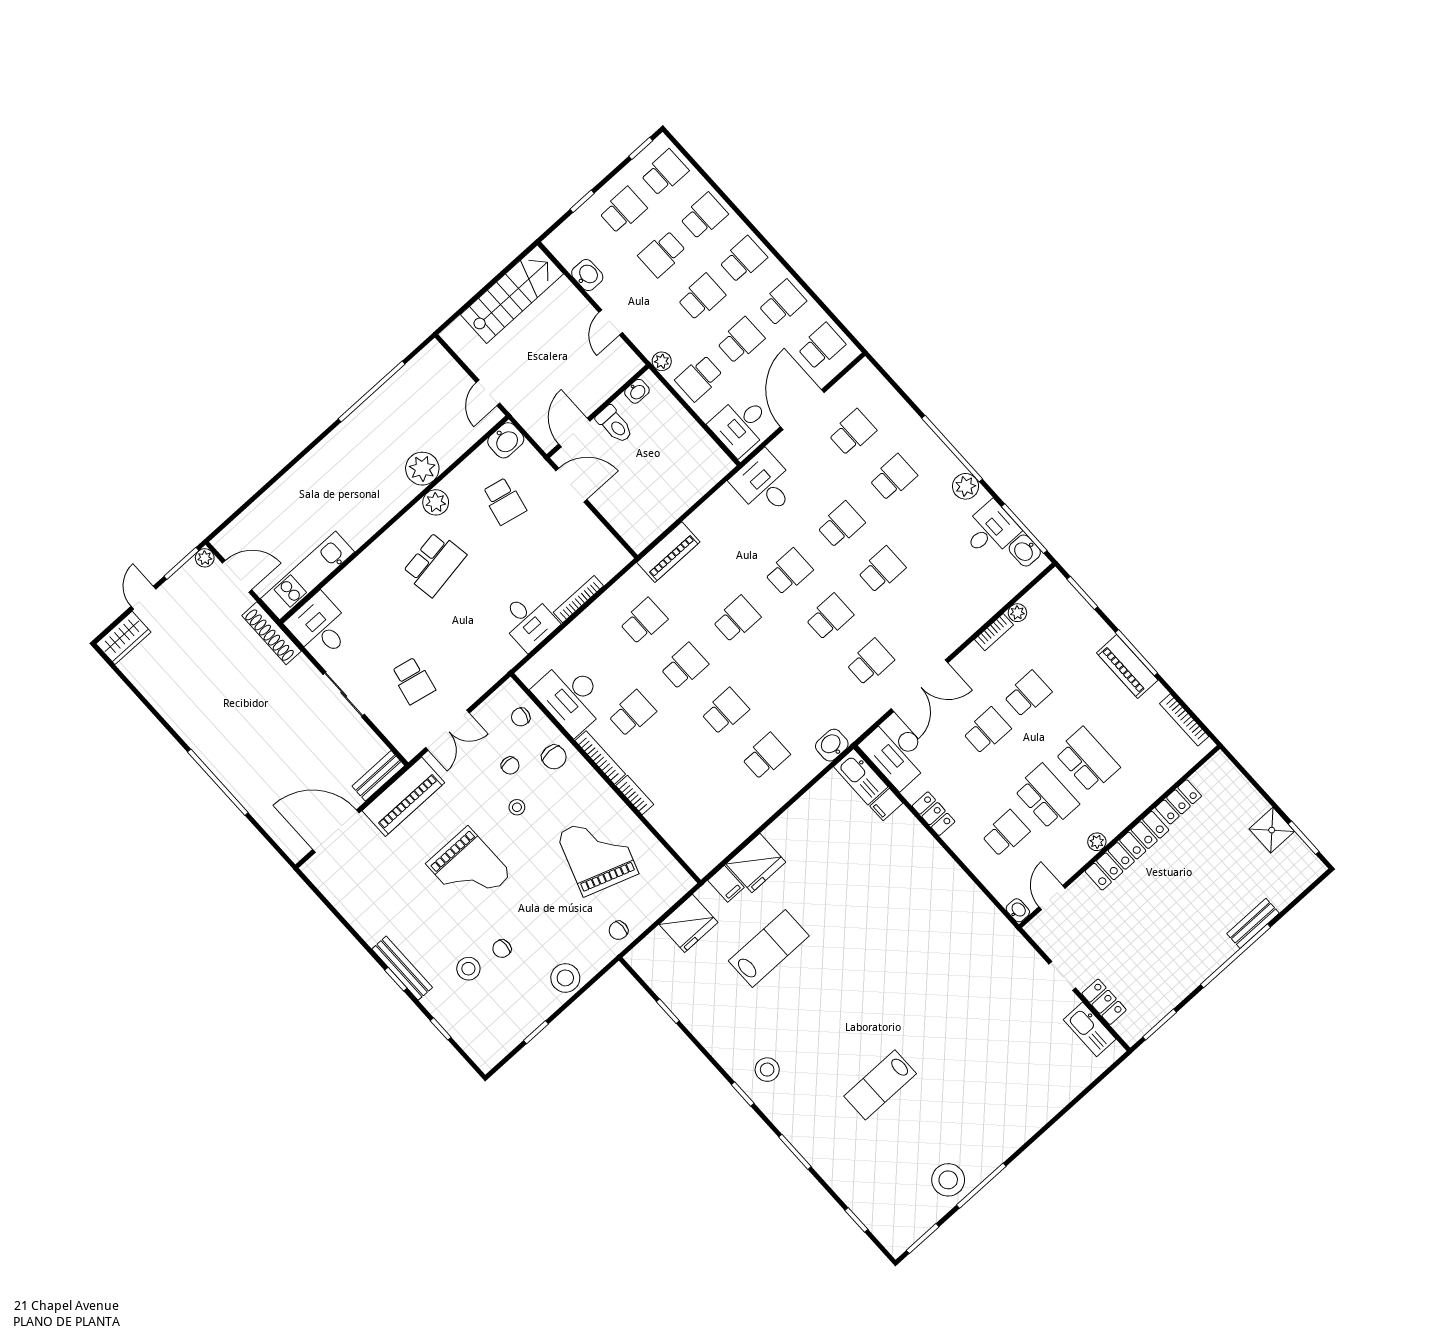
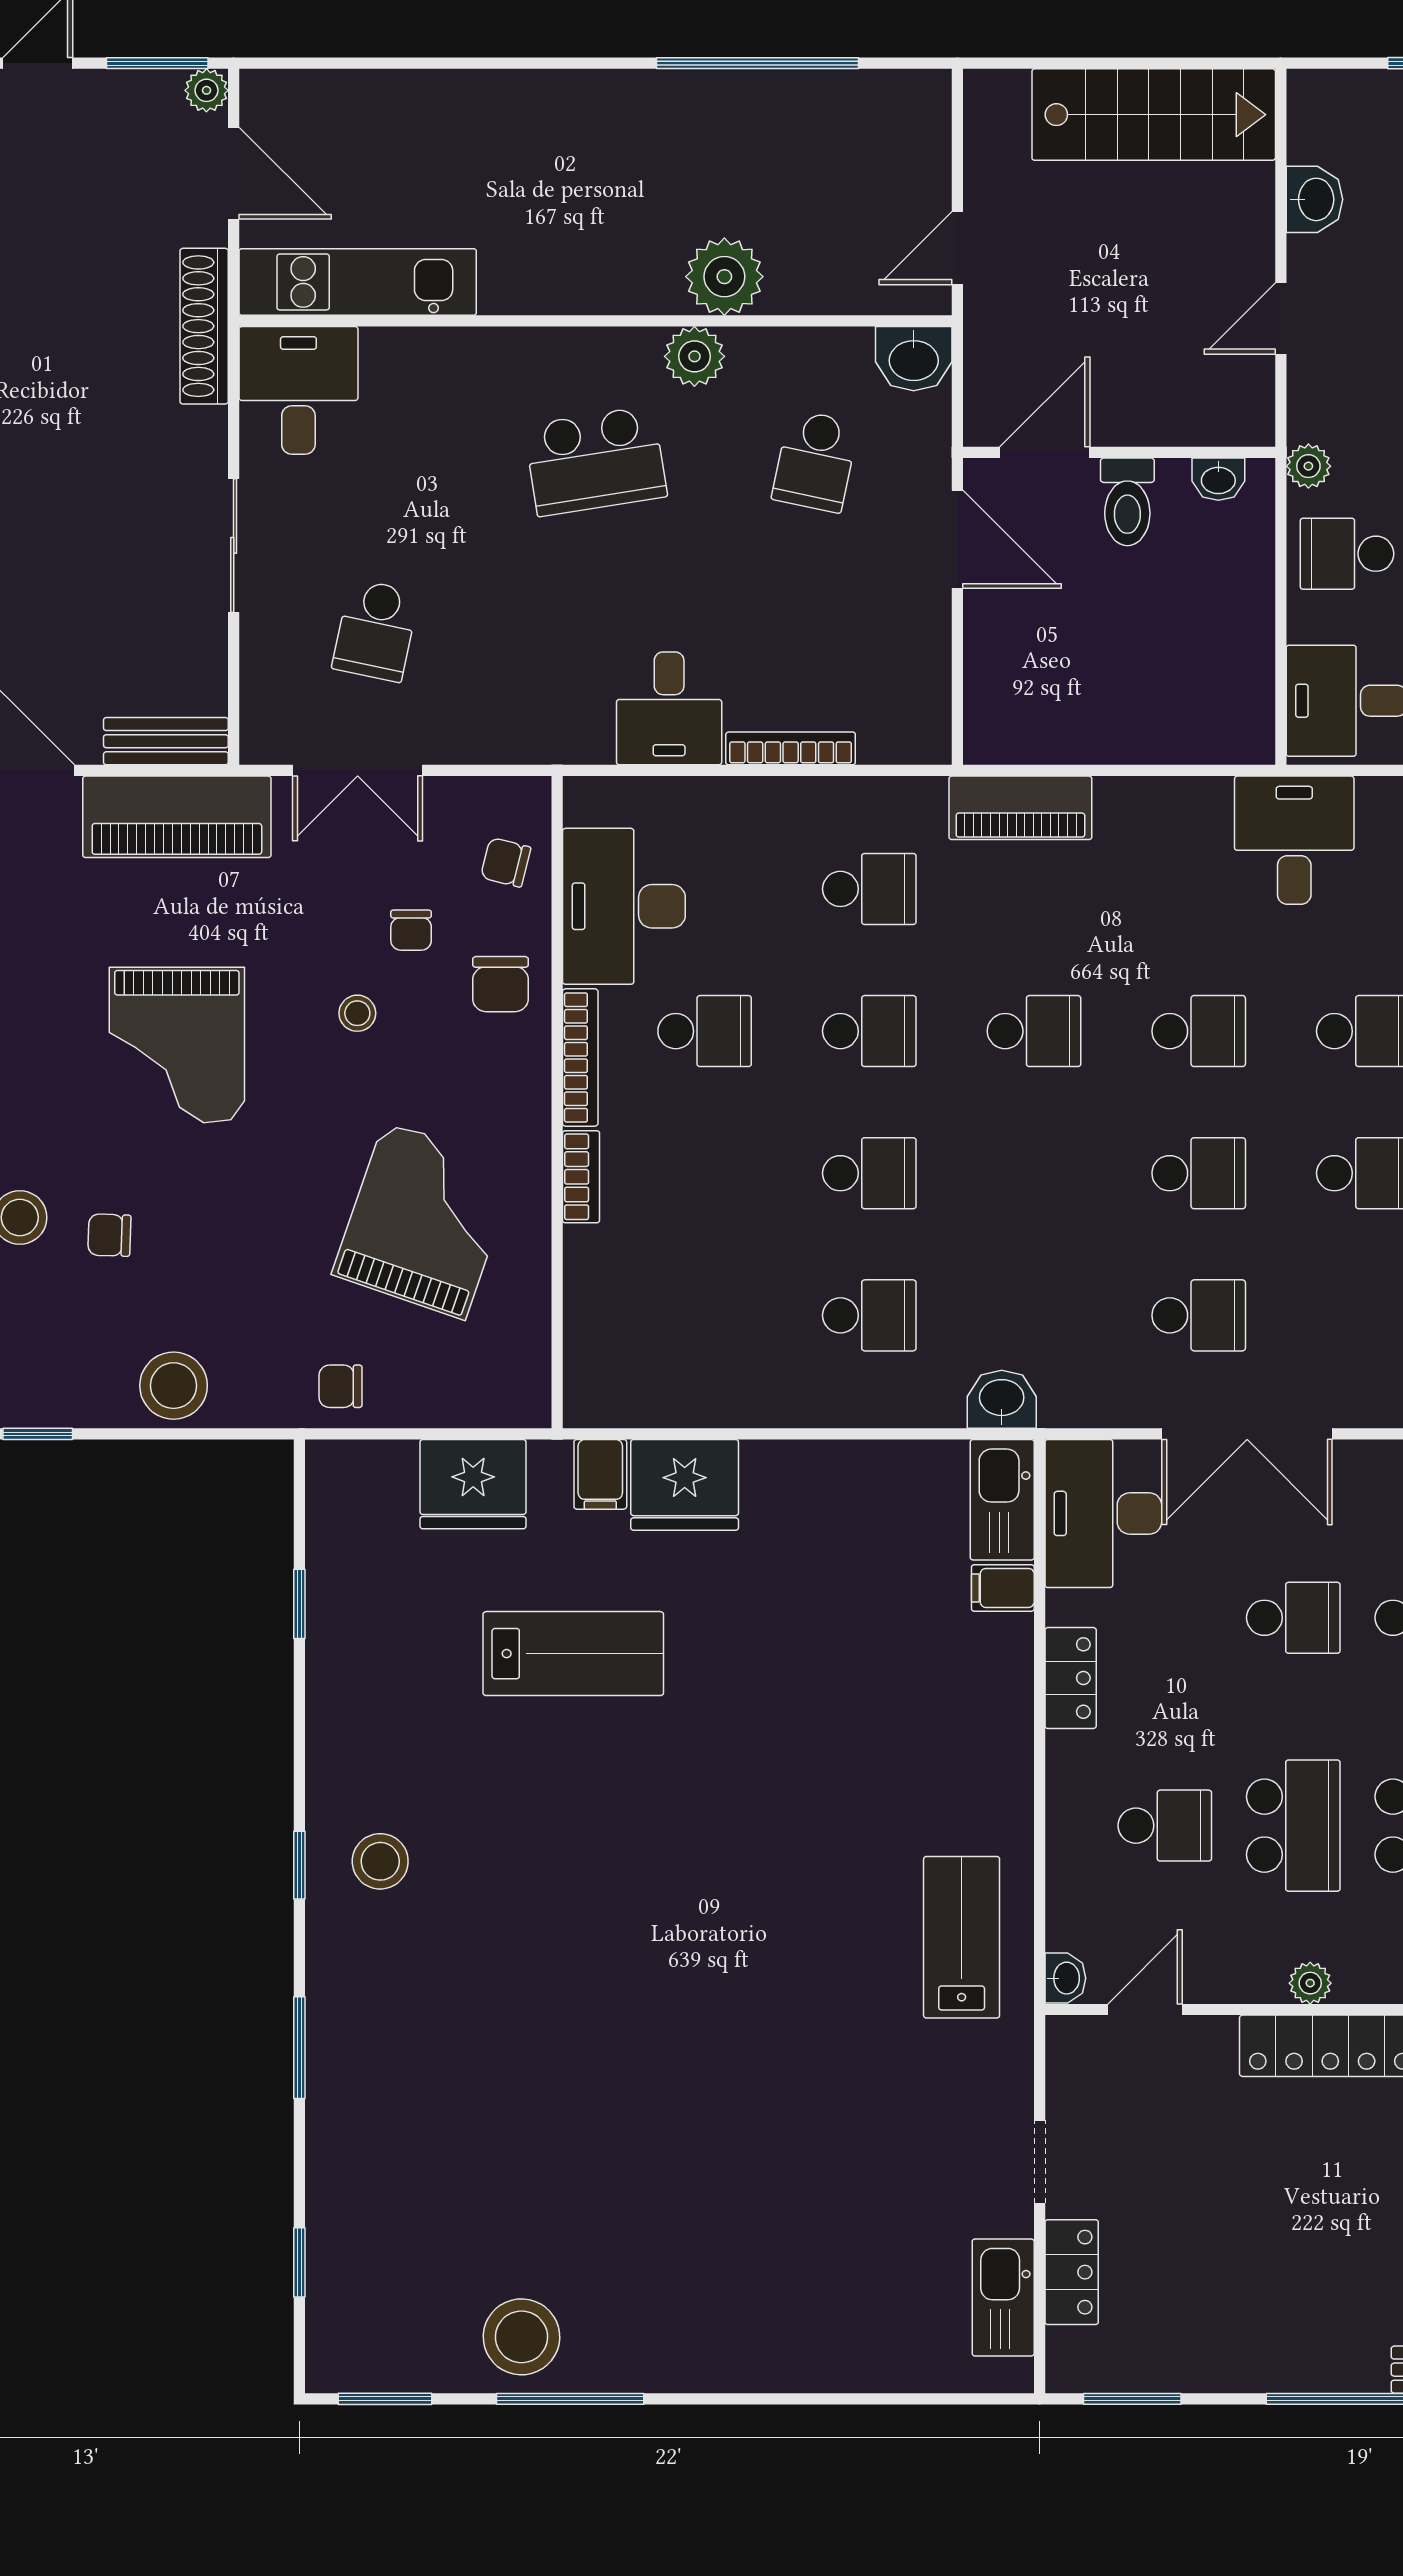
lab bench: (880, 1085) -> (962, 1937), moved, turned 90

